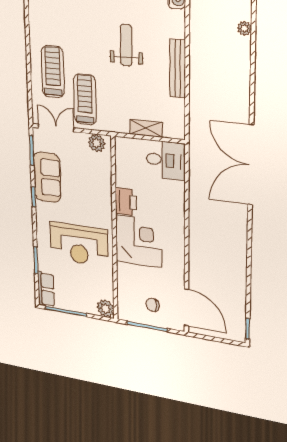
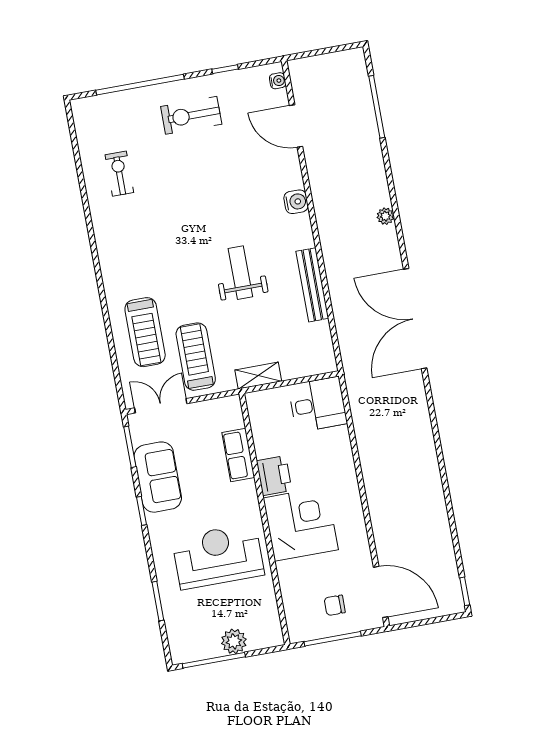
treadmill: (53, 72) -> (145, 332), turned 180
shelving: (146, 128) -> (258, 376), moved
plant: (97, 143) -> (221, 409), removed
double door: (251, 165) -> (415, 319), moved
reception desk: (79, 244) -> (218, 556), turned 180
row of seats: (46, 289) -> (238, 455), moved, turned 180
plant: (105, 308) -> (234, 641), moved

